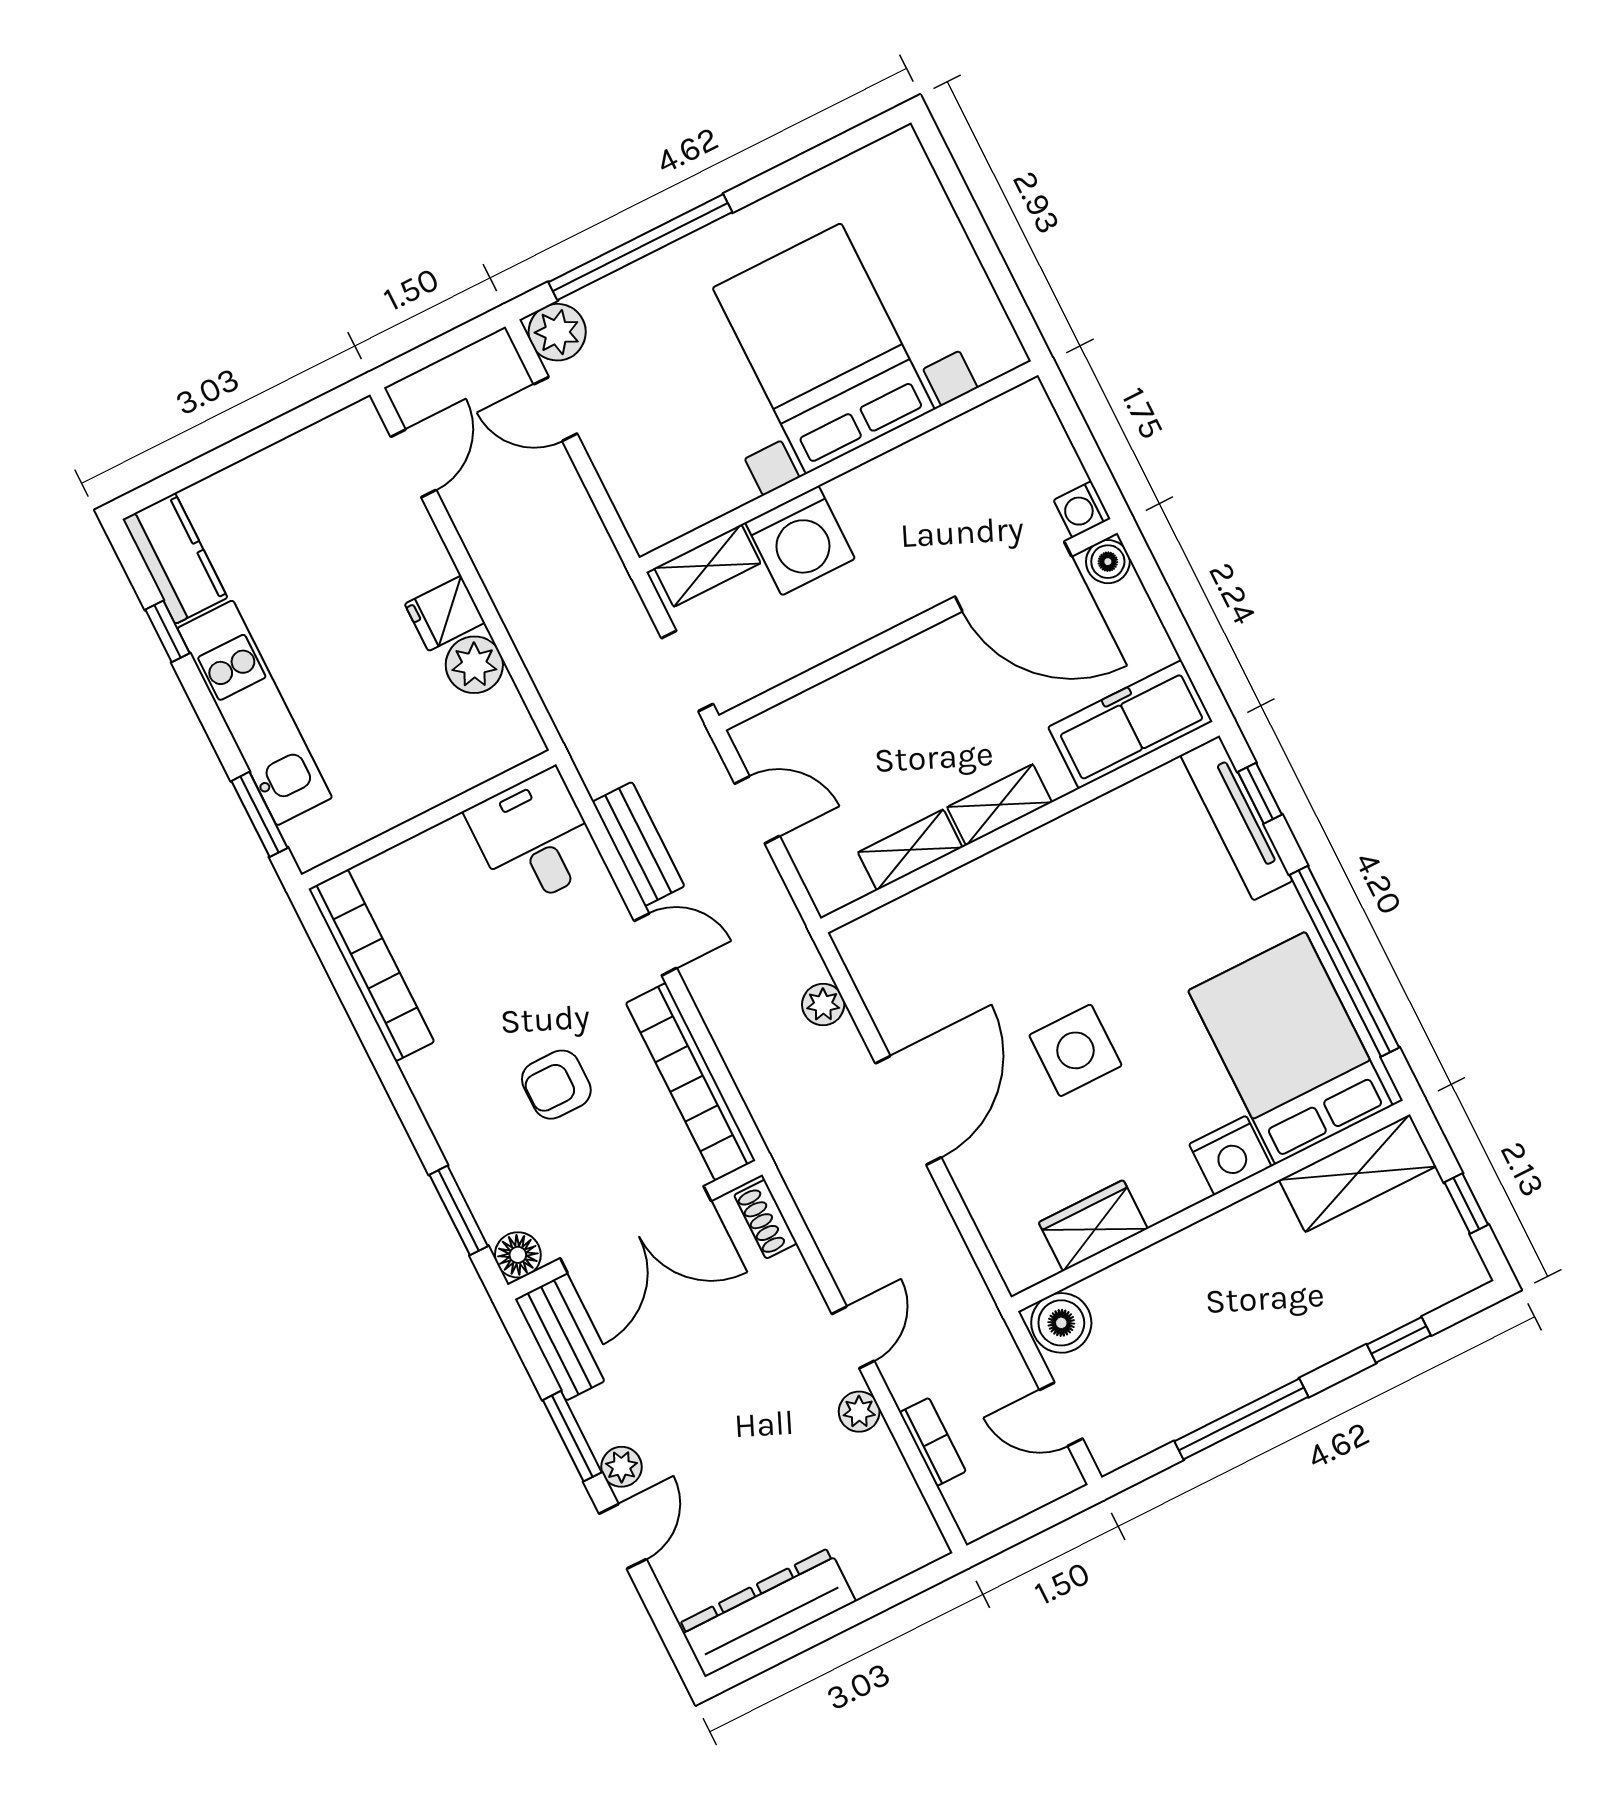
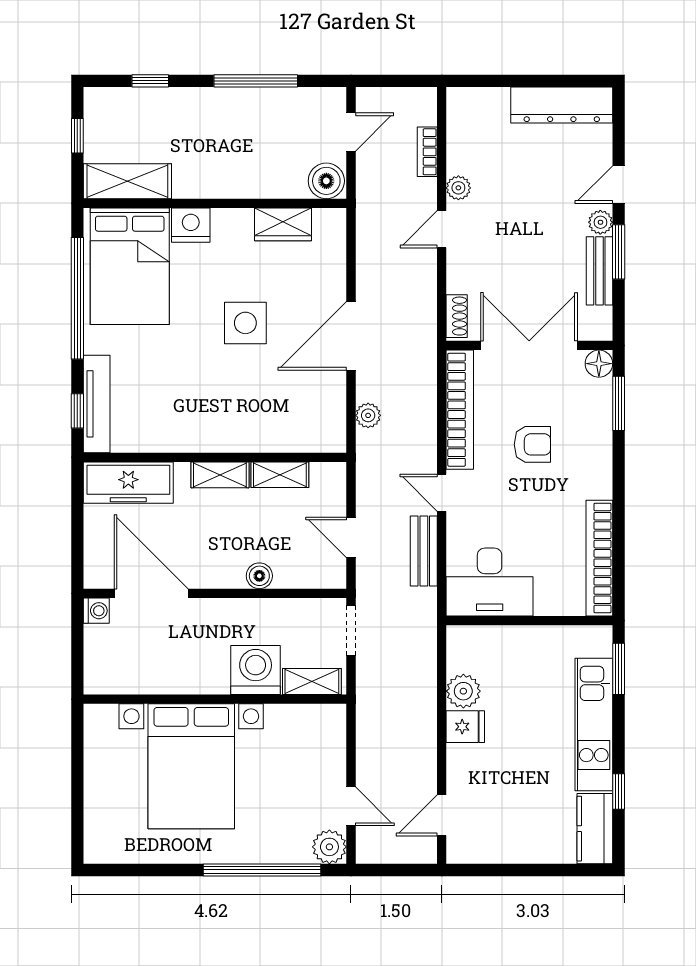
boiler: (1108, 562) -> (259, 576), moved
desk: (535, 838) -> (490, 582), width x1.37
bench: (560, 1340) -> (599, 271), moved
door: (1061, 1414) -> (351, 132), hinge flipped

